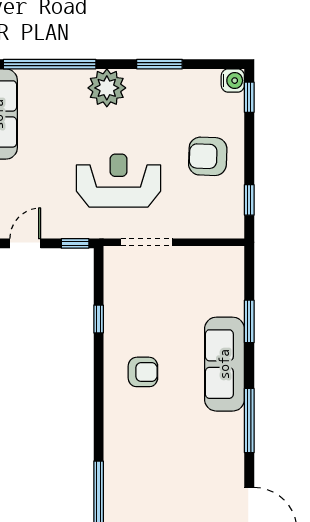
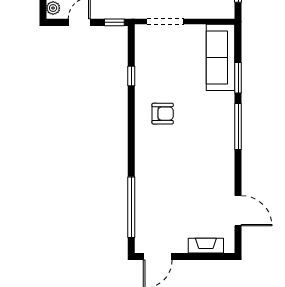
sofa: (224, 364) -> (220, 57), moved
window: (249, 421) -> (238, 126), moved

